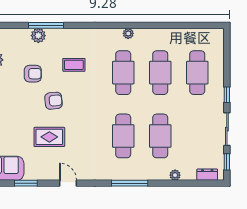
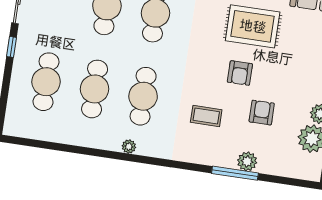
armchair: (33, 74) -> (262, 113), turned 90
armchair: (54, 101) -> (240, 73), turned -84
rug: (49, 137) -> (253, 26), width x1.36, depth x1.43

